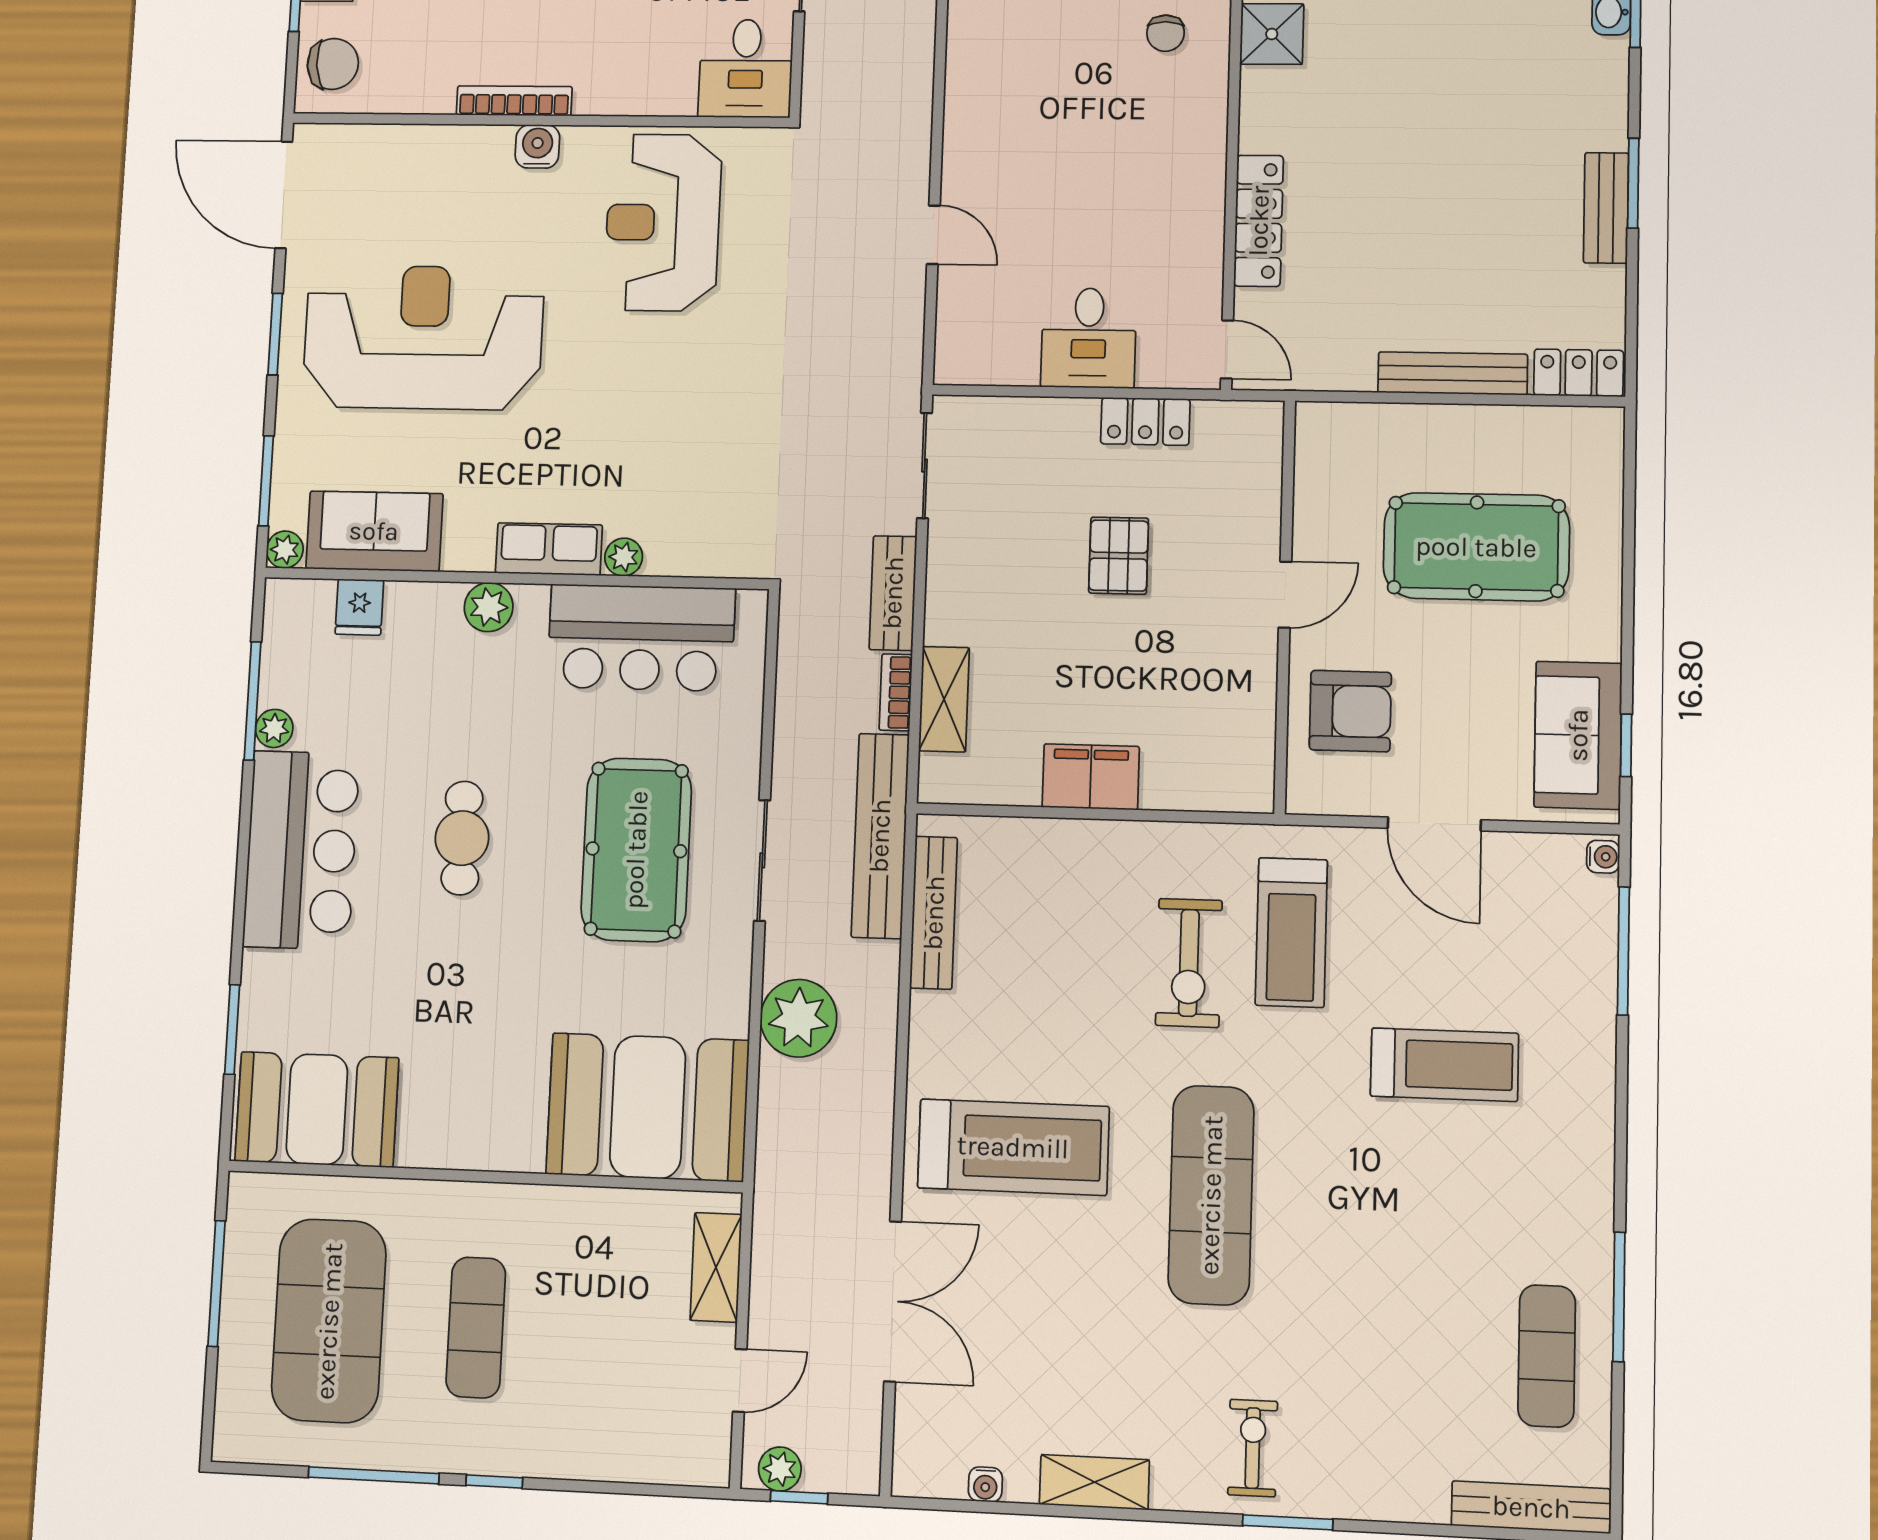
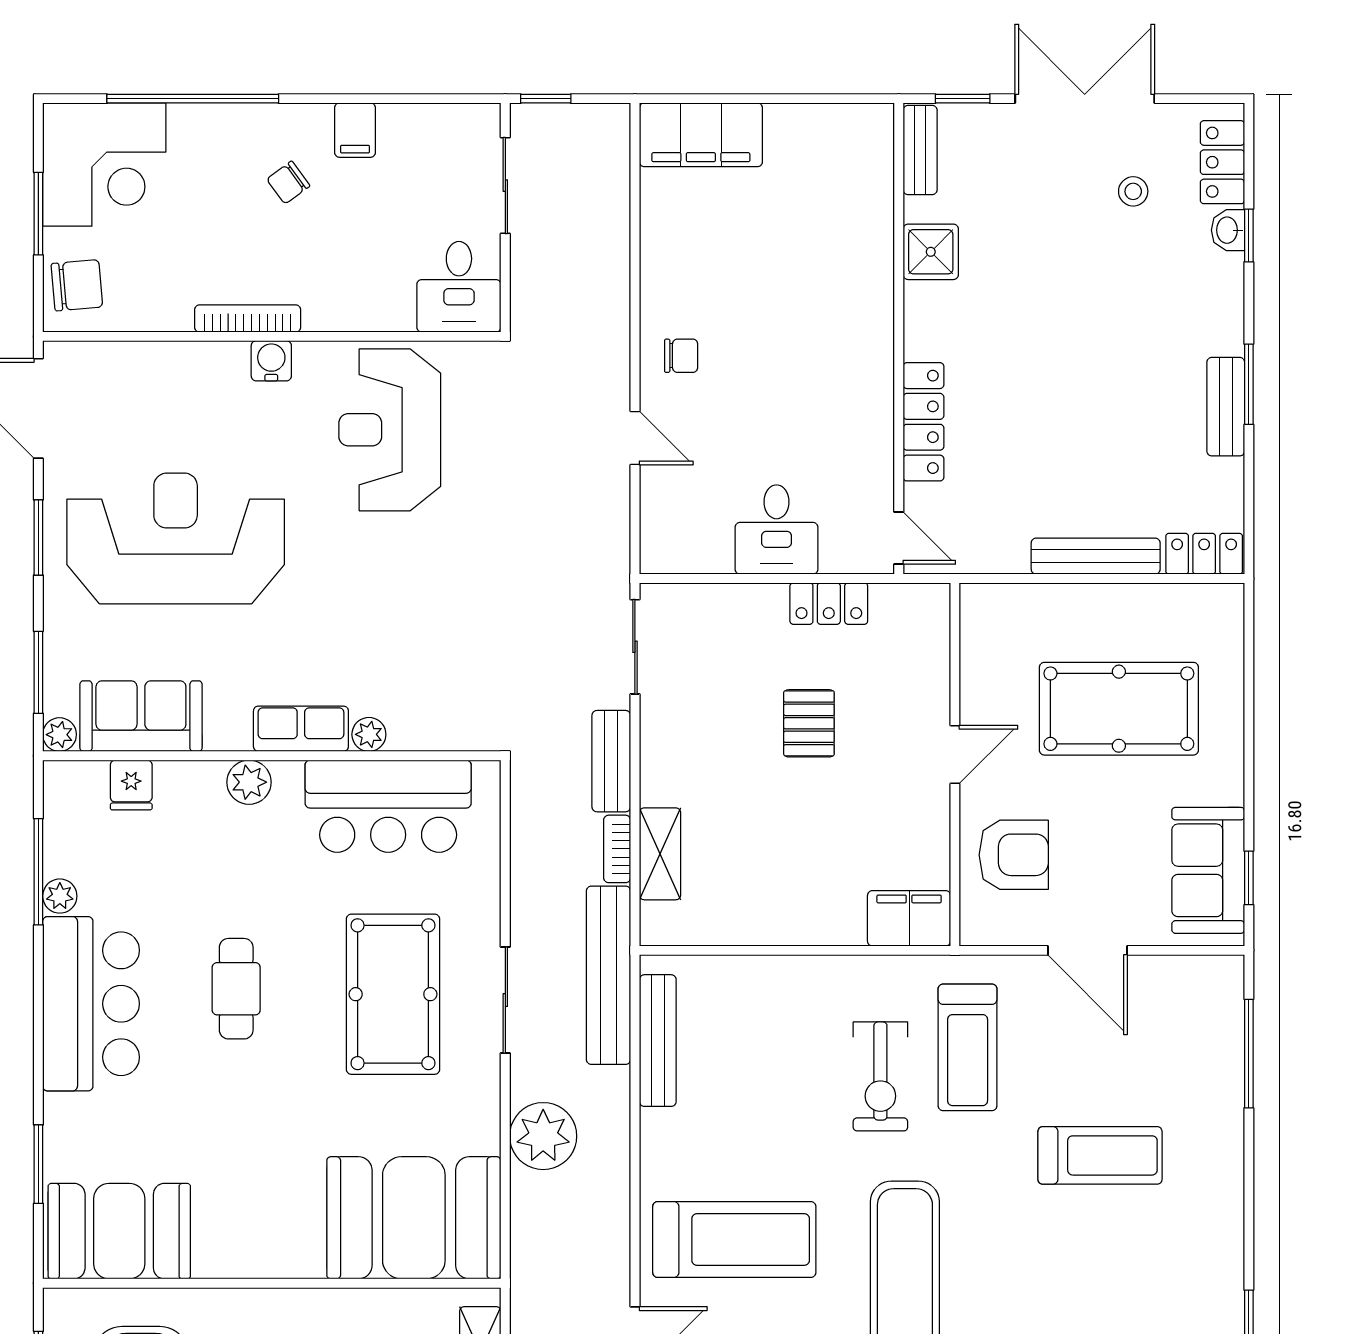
chair: (1166, 33) -> (681, 356), moved, turned -90
filing cabinet: (1091, 777) -> (909, 918), moved
water cooler: (1603, 857) -> (1231, 974), removed

